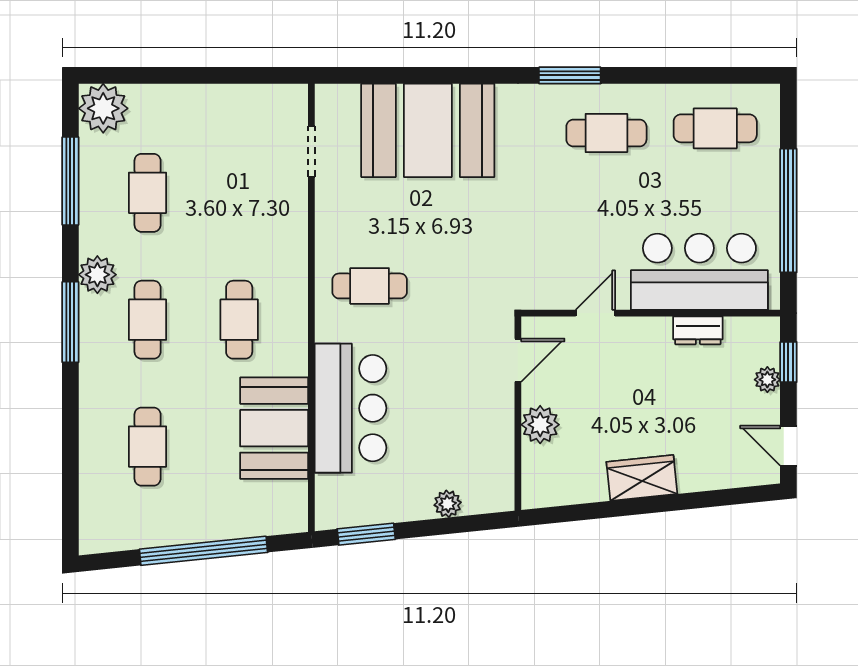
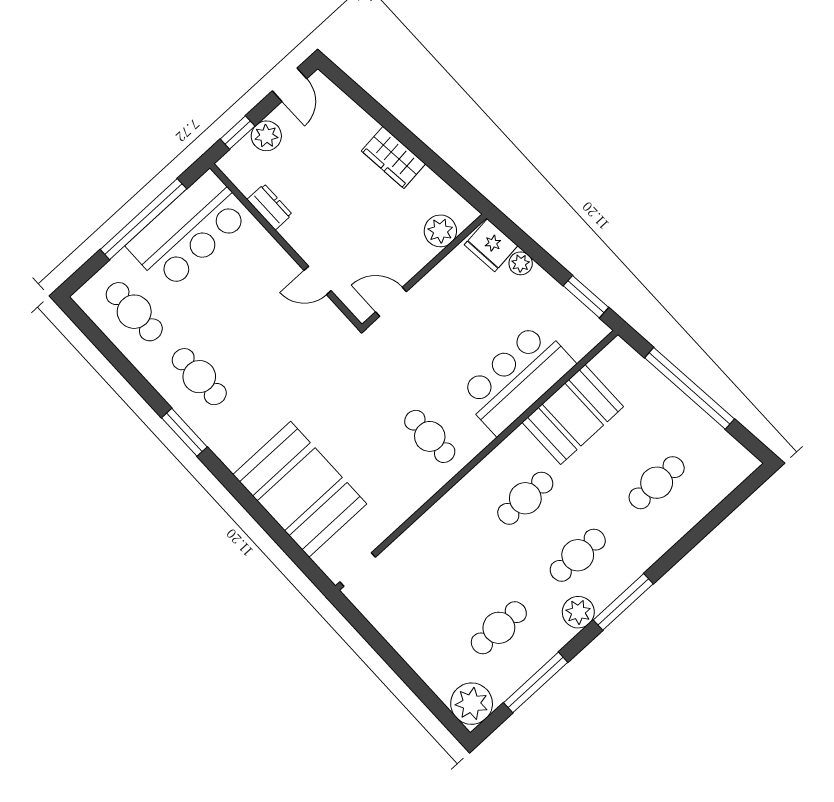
doorway: (311, 151) -> (358, 570), moved
bar counter: (699, 272) -> (189, 230), moved, turned -90
plant: (767, 380) -> (266, 136), width x1.38, depth x1.38
plant: (540, 425) -> (440, 231), moved
fridge: (487, 493) -> (491, 245), added

